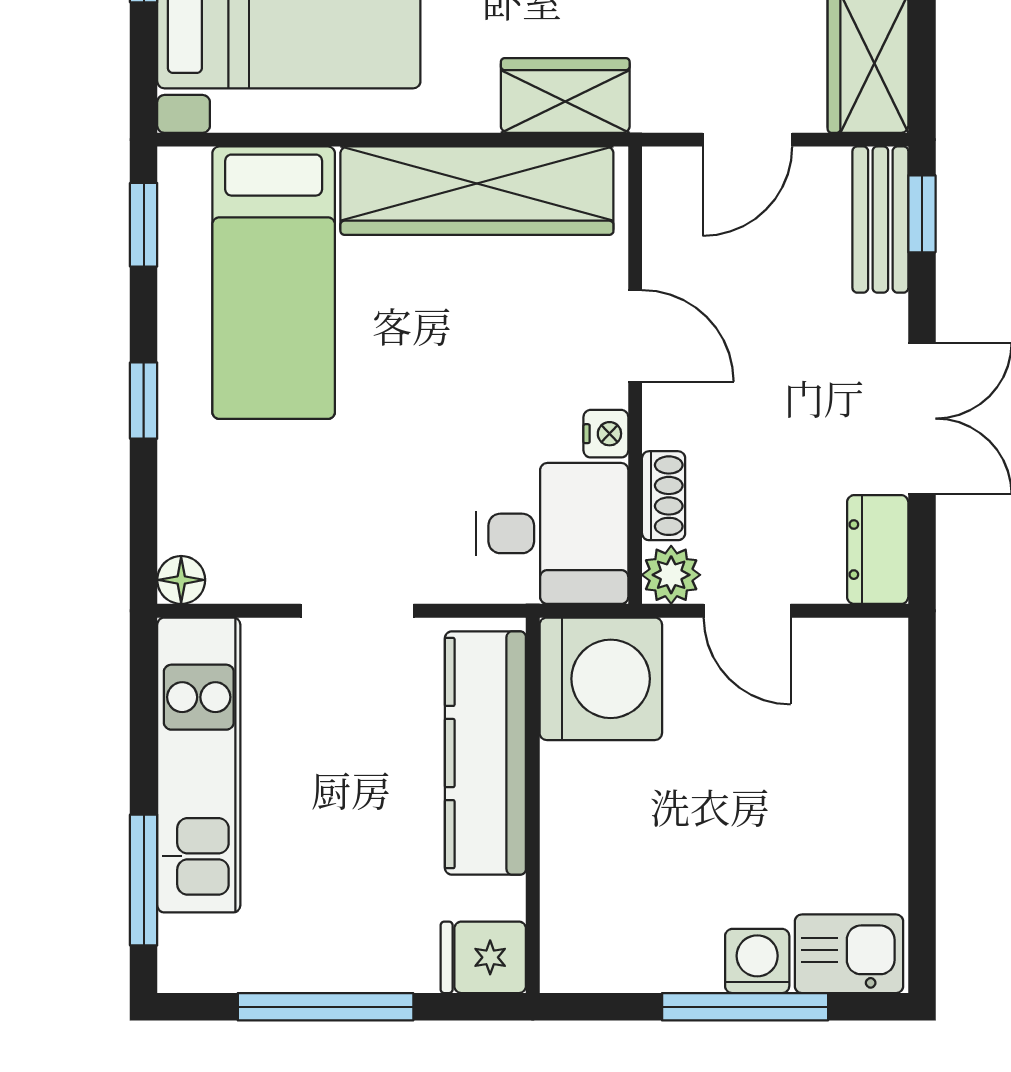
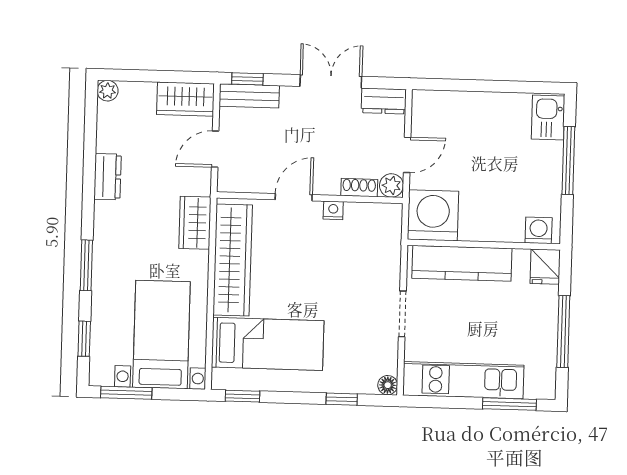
door: (747, 140) -> (215, 149), swing flipped
window: (144, 401) -> (342, 399), moved
desk: (552, 533) -> (373, 233), removed
washing machine: (757, 961) -> (539, 230), moved, turned 90

